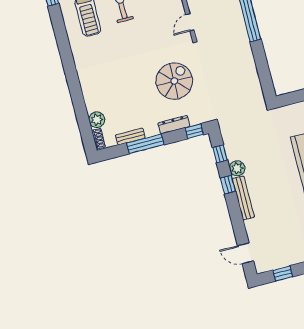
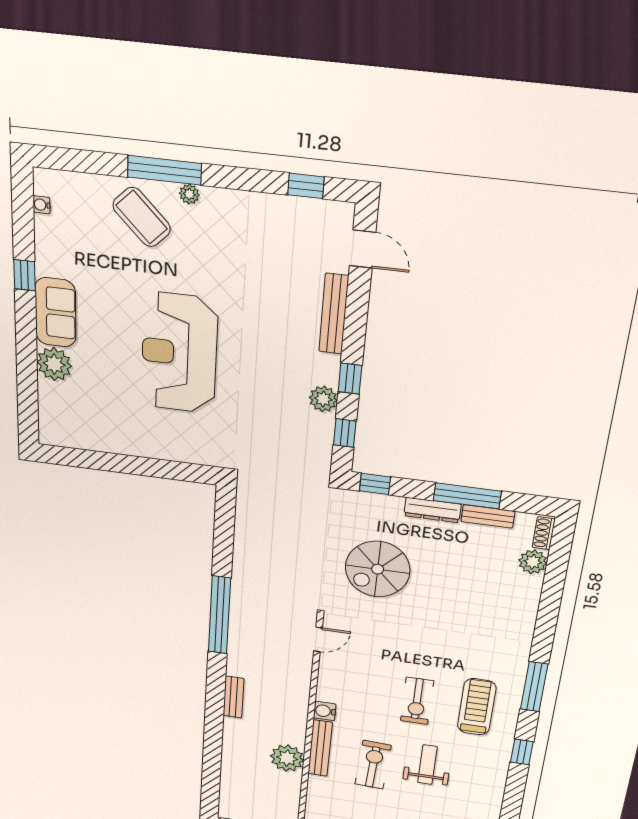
window: (63, 43) -> (534, 687), added
dresser: (174, 125) -> (432, 510), moved
bench: (243, 198) -> (334, 314), moved

